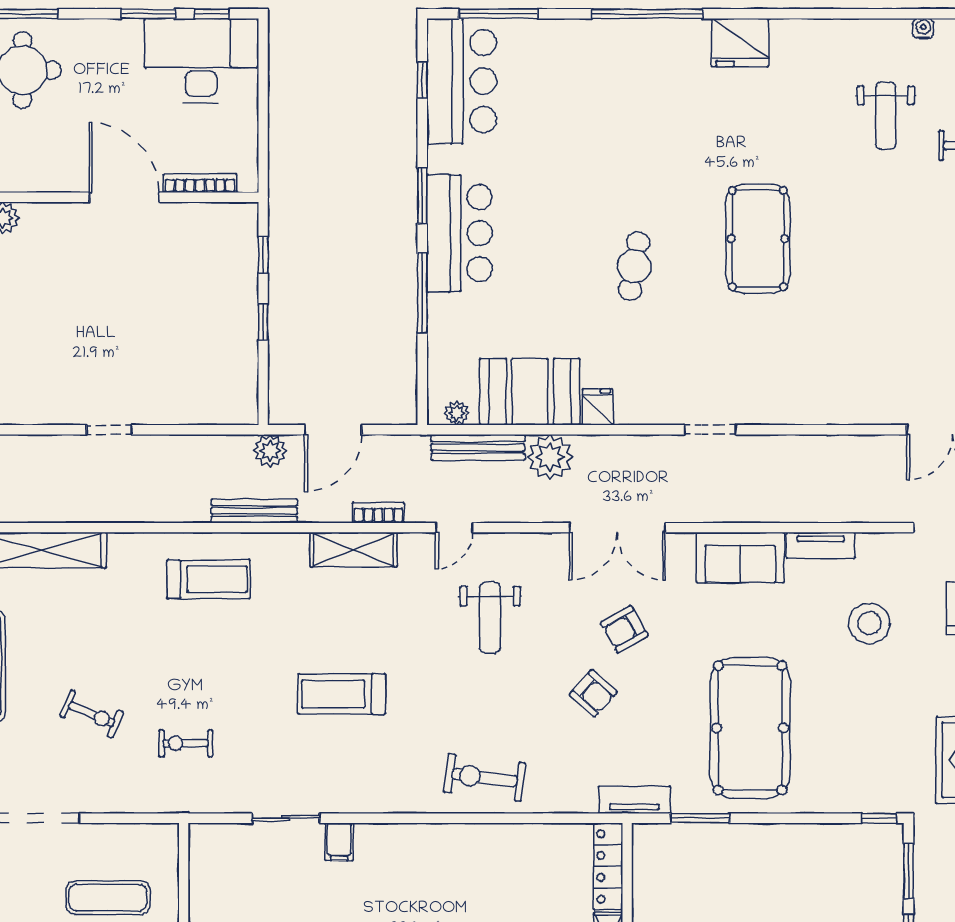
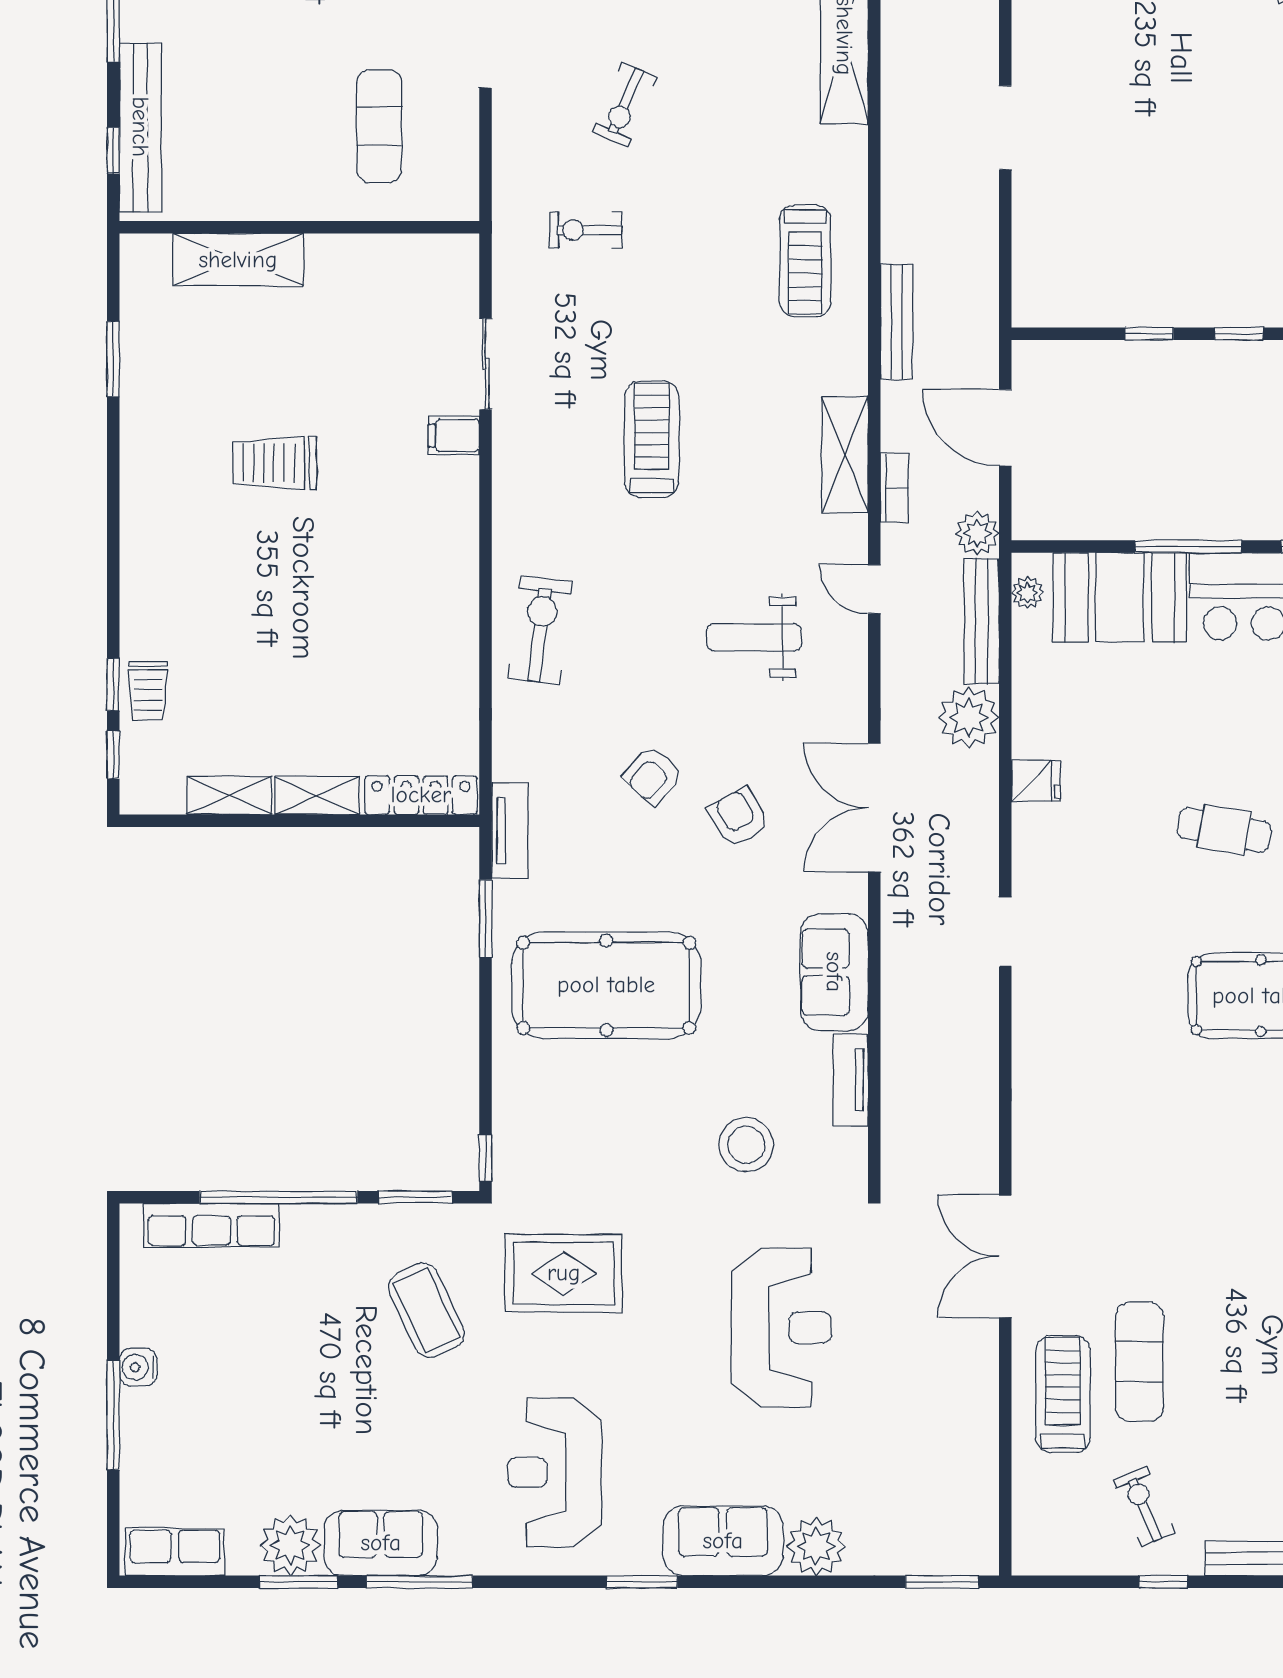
booth: (530, 392) -> (1120, 597), moved, turned 90
doorway: (109, 430) -> (1005, 128), width x1.38
plant: (270, 451) -> (977, 533), moved
exercise bike: (186, 743) -> (586, 230), turned -90

